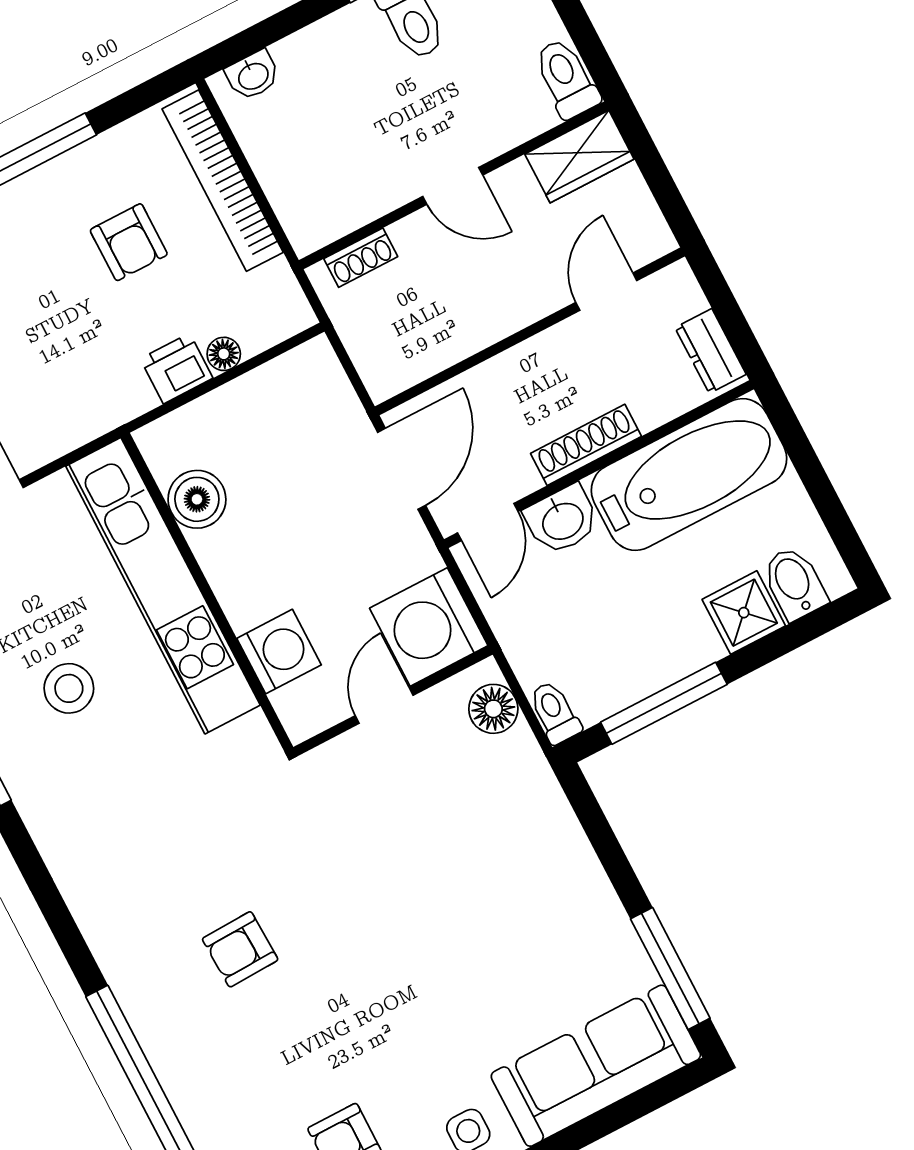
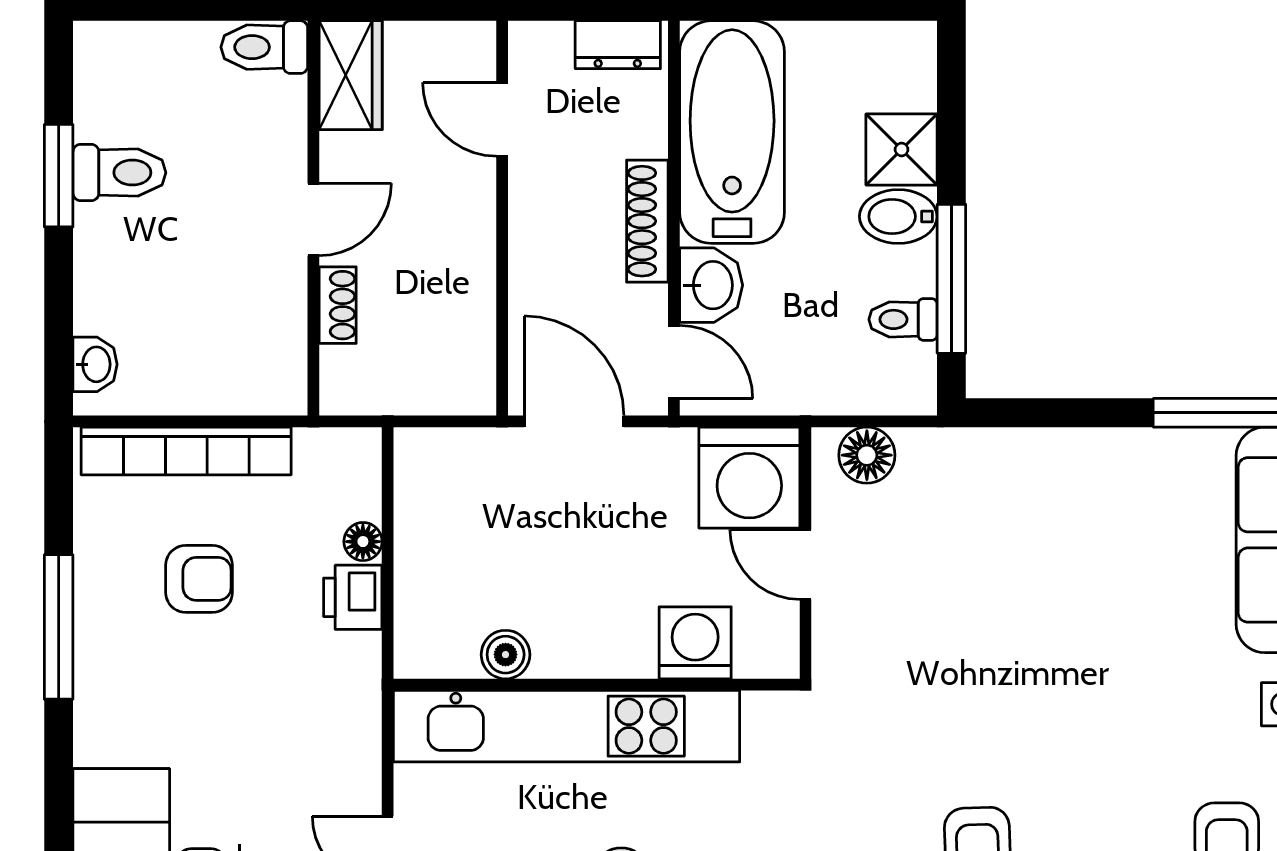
shoe rack: (361, 258) -> (338, 305), moved
boiler: (197, 499) -> (506, 655), width x0.73, depth x0.73
bidet: (794, 583) -> (898, 217), moved
toilet: (555, 713) -> (903, 319), moved

